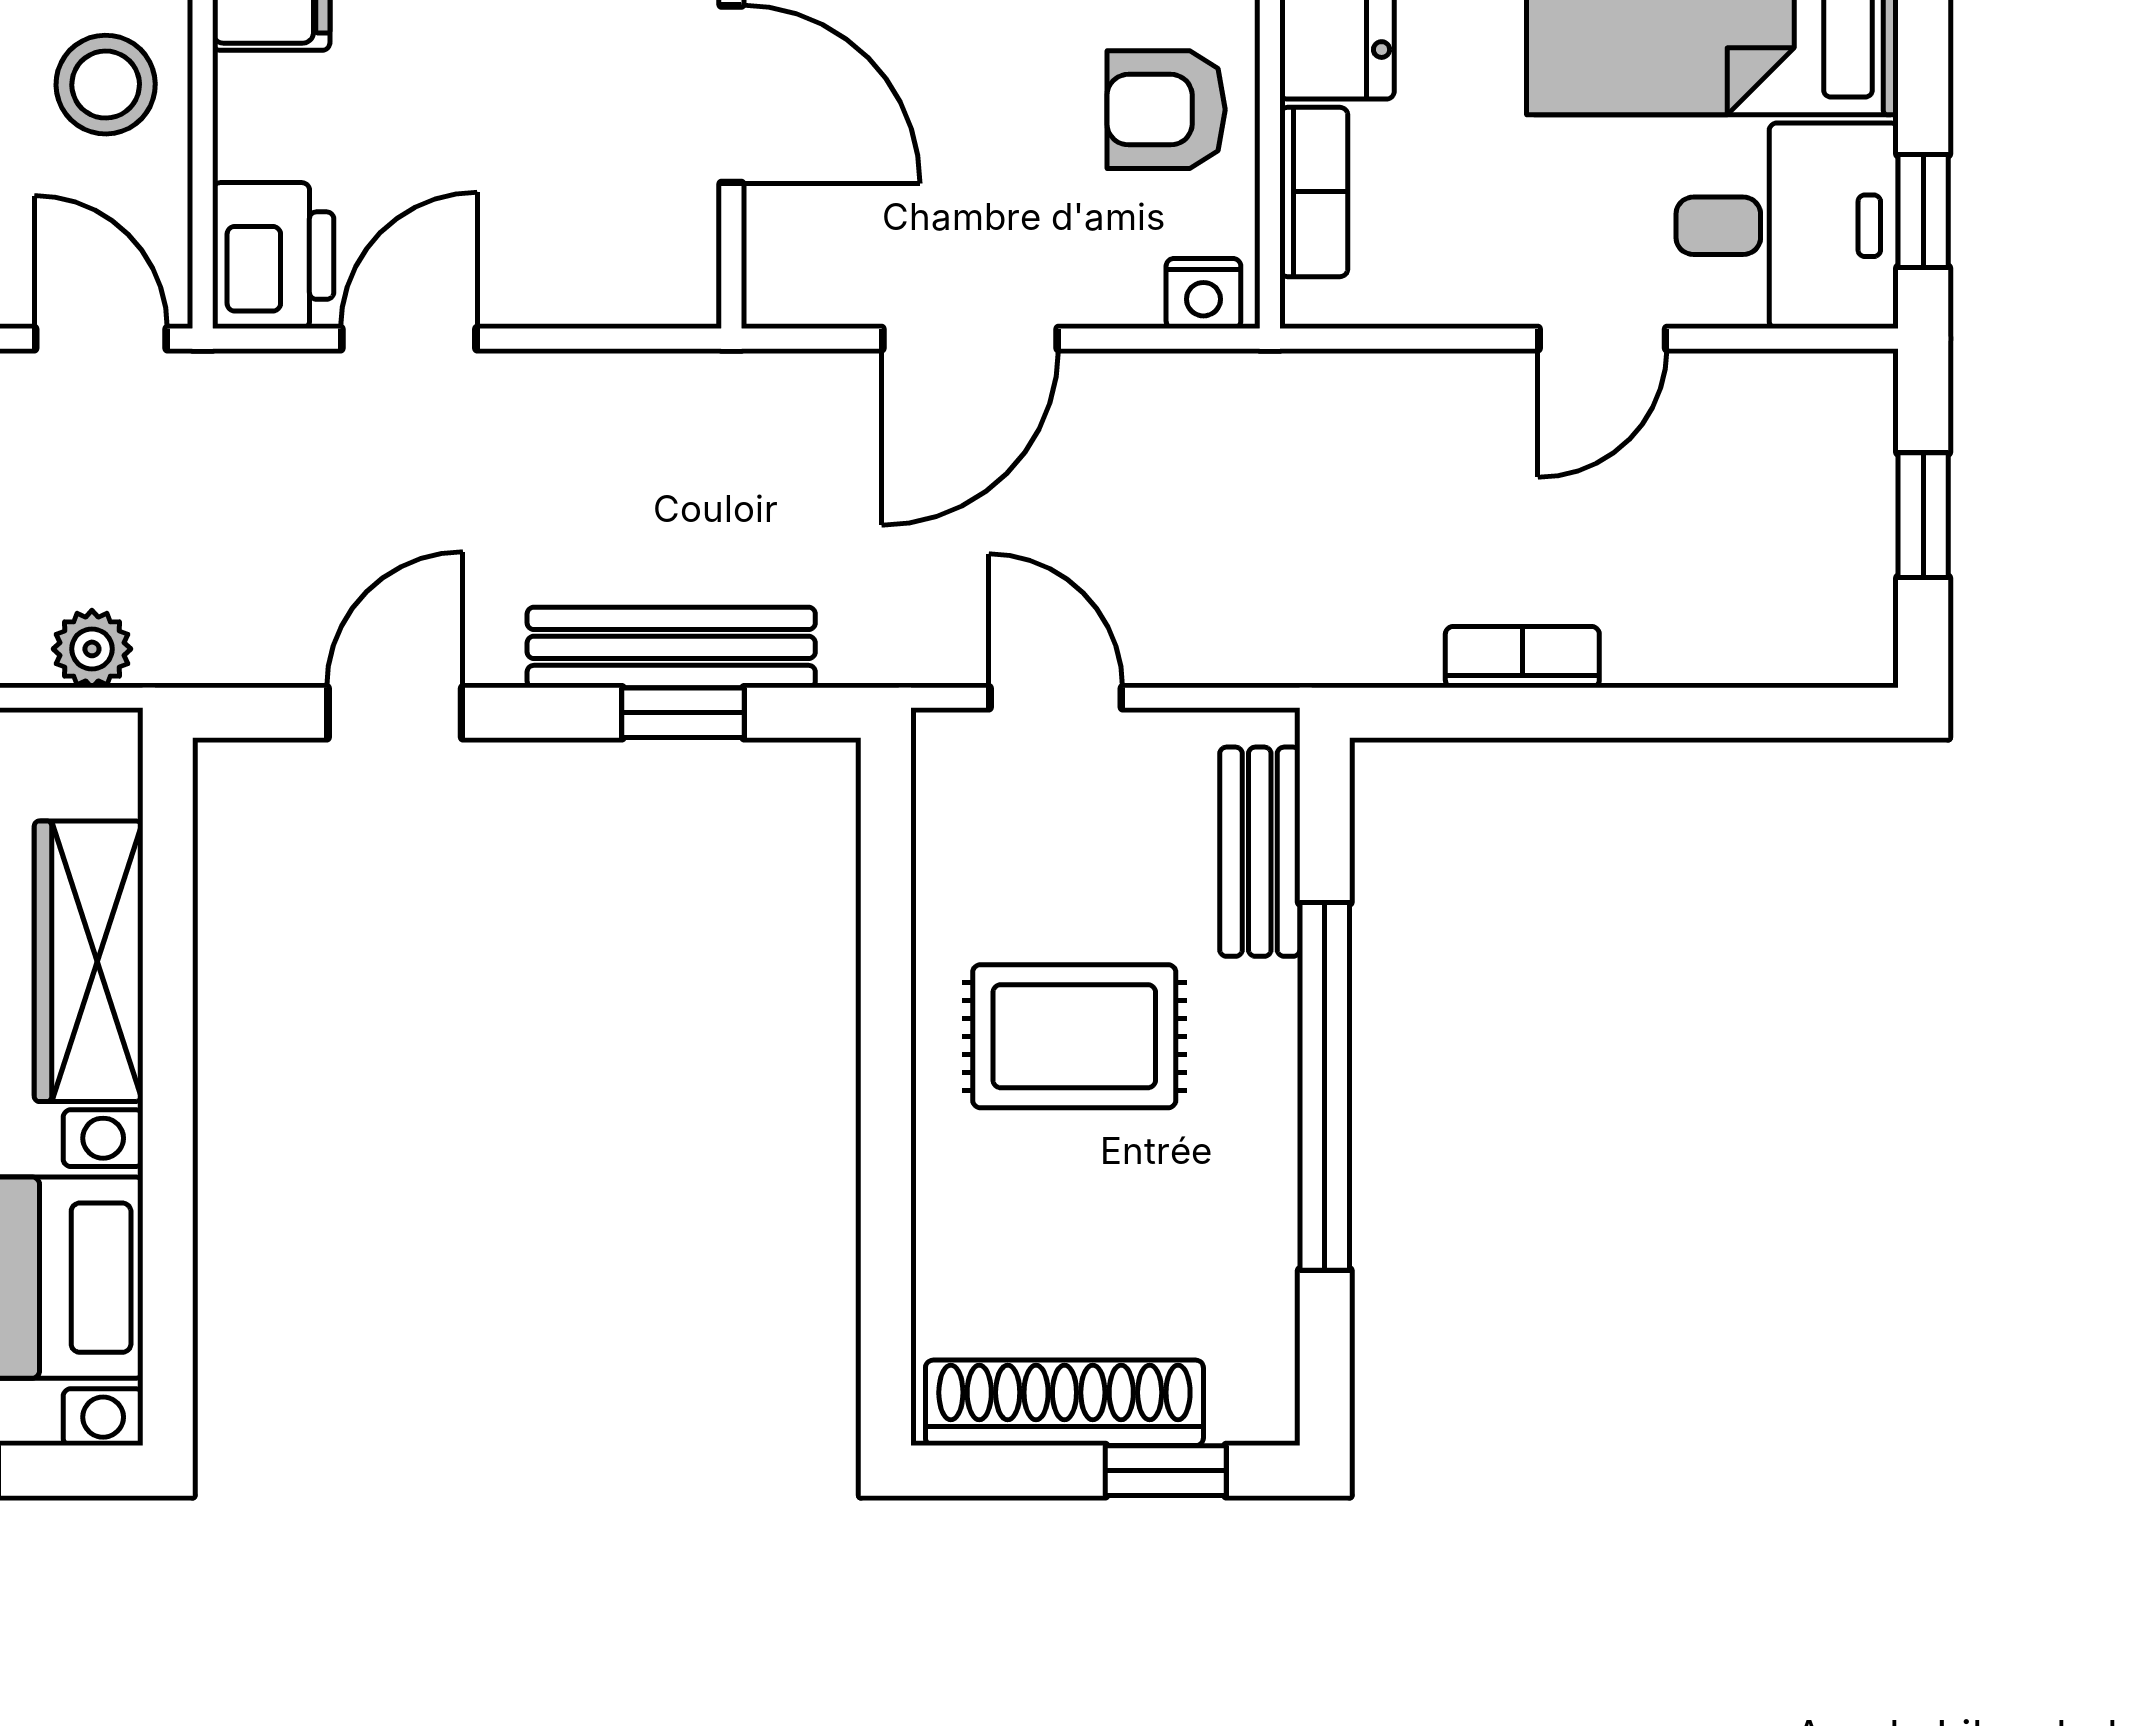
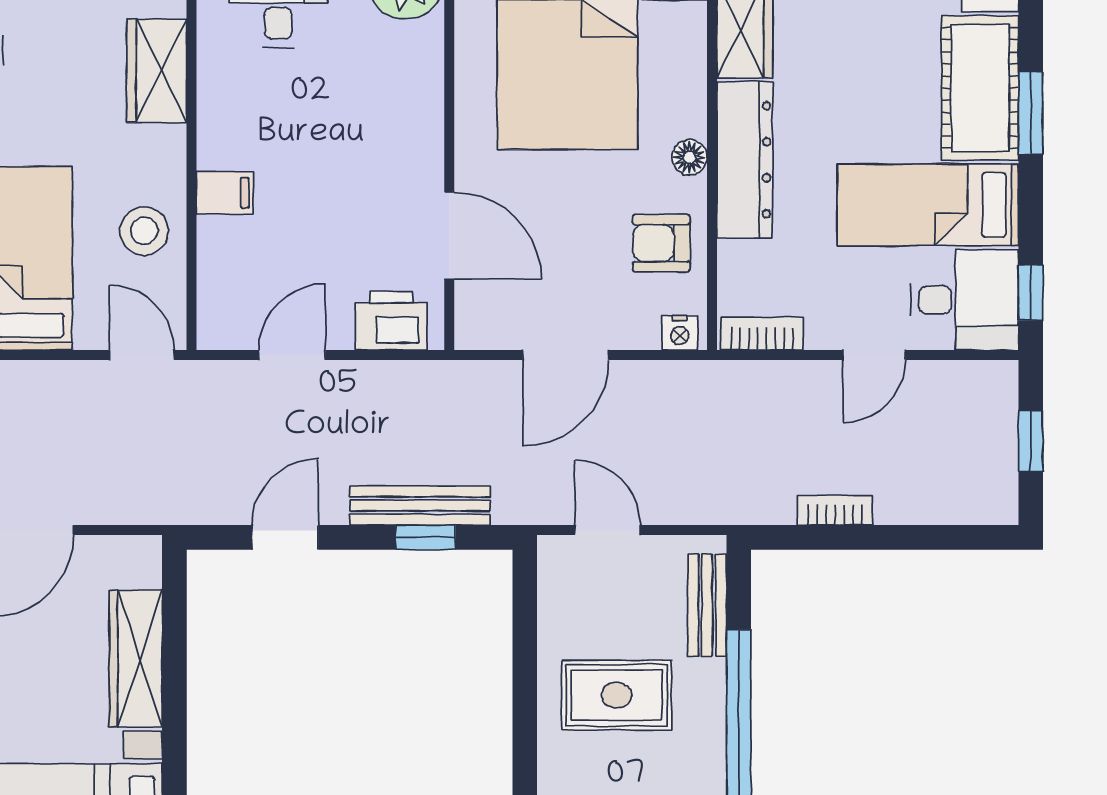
bookcase: (1314, 192) -> (762, 333), moved, turned -90
printer: (273, 256) -> (391, 321), moved, turned -90
plant: (92, 649) -> (137, 506), removed

